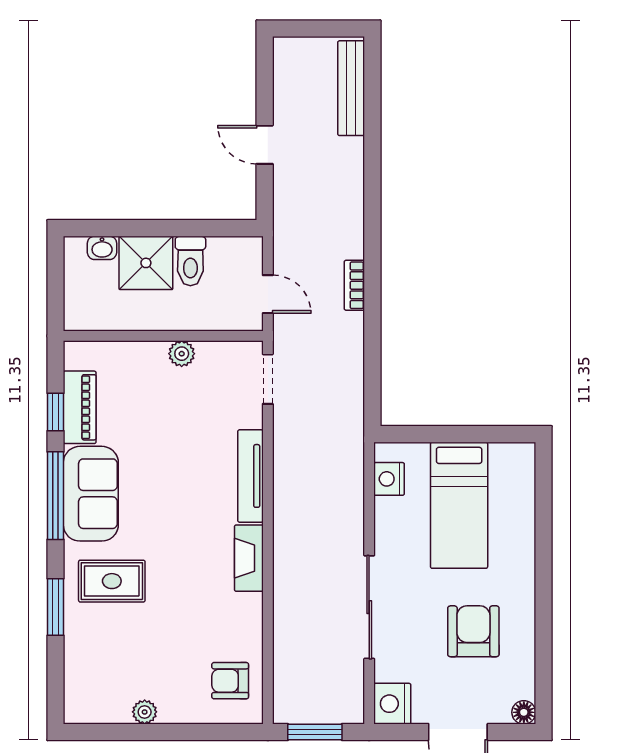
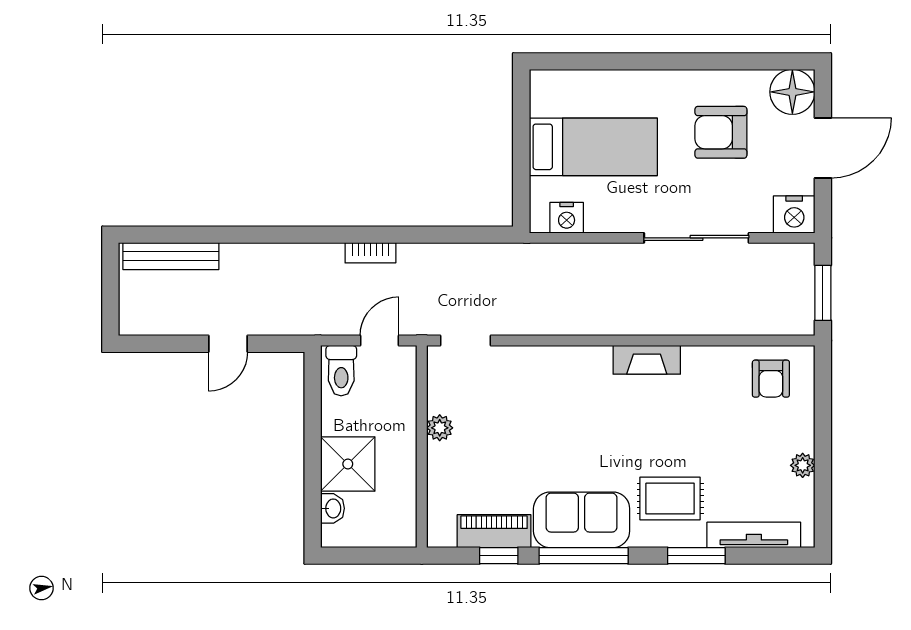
toilet: (190, 261) -> (341, 371), moved, turned 90
tv unit: (250, 476) -> (754, 535), moved, turned 180
rug: (112, 581) -> (670, 499), turned 90
floor lamp: (524, 712) -> (792, 92), width x1.89, depth x1.89

